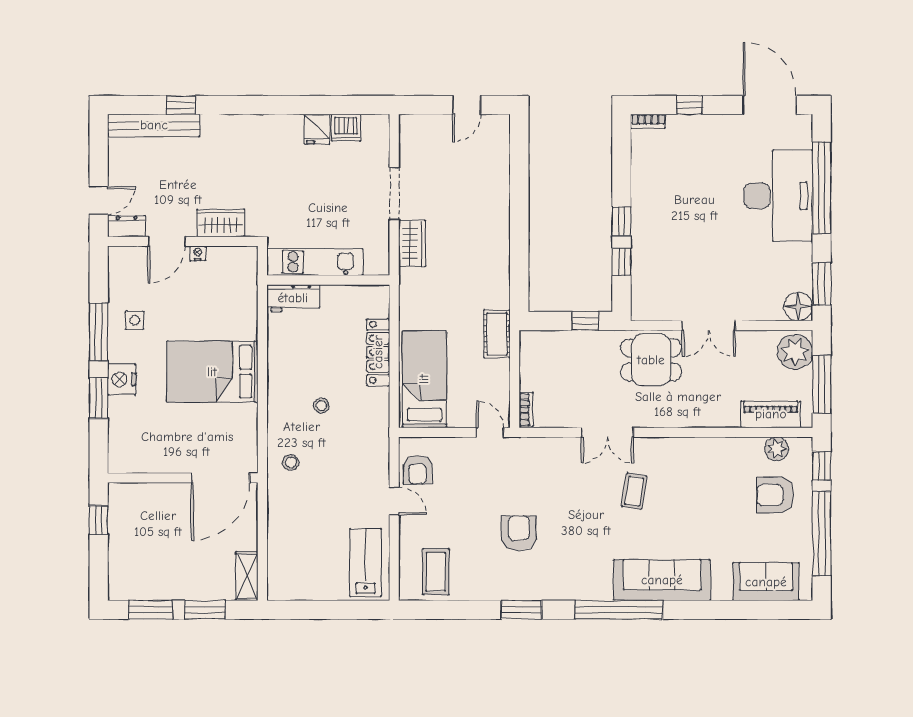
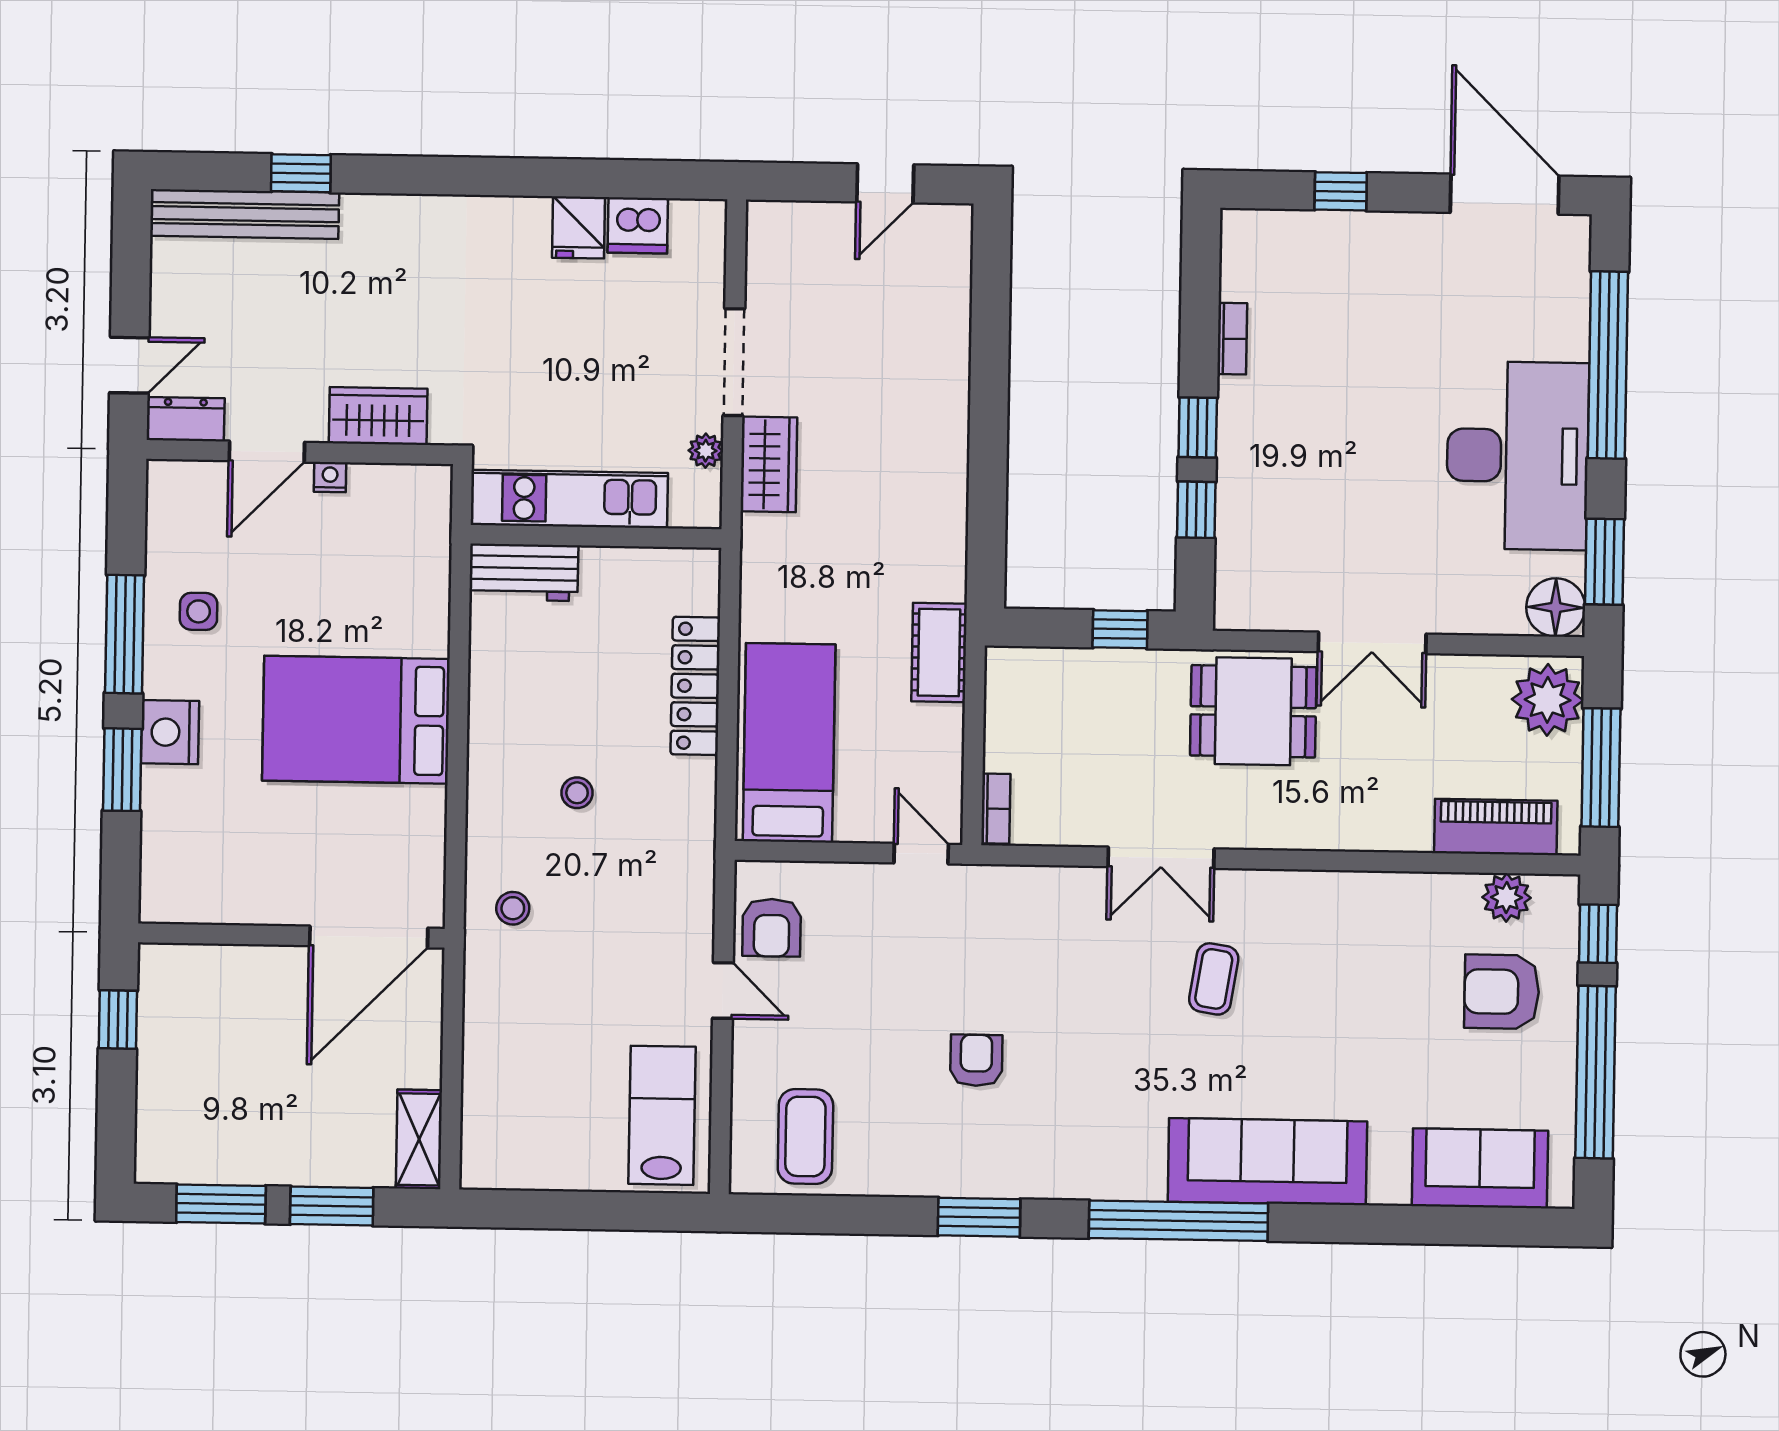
bookcase: (648, 121) -> (1232, 339), moved, turned -90
desk: (778, 196) -> (1518, 456), moved
plant: (381, 237) -> (706, 451), added
armchair: (519, 533) -> (976, 1060), width x0.72, depth x0.72

